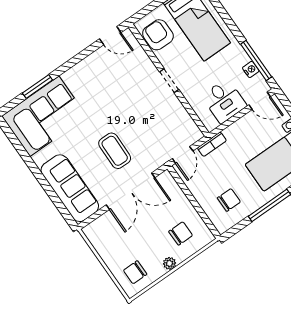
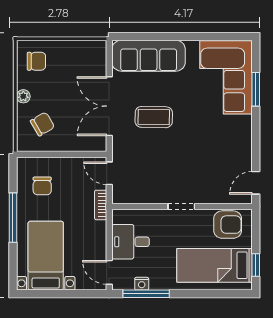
door: (260, 101) -> (109, 272), hinge flipped
chair: (181, 233) -> (42, 124), turned -120
chair: (135, 272) -> (36, 61), turned 90

